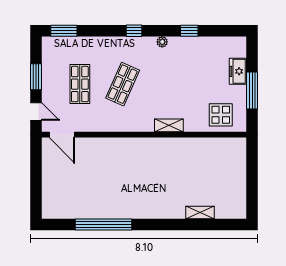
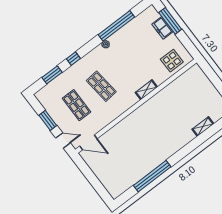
window: (64, 31) -> (52, 75), moved
window: (134, 31) -> (73, 59), moved
window: (189, 31) -> (116, 26), width x3.17
shop shelf: (123, 84) -> (101, 86), turned -30
window: (252, 90) -> (170, 21), moved

